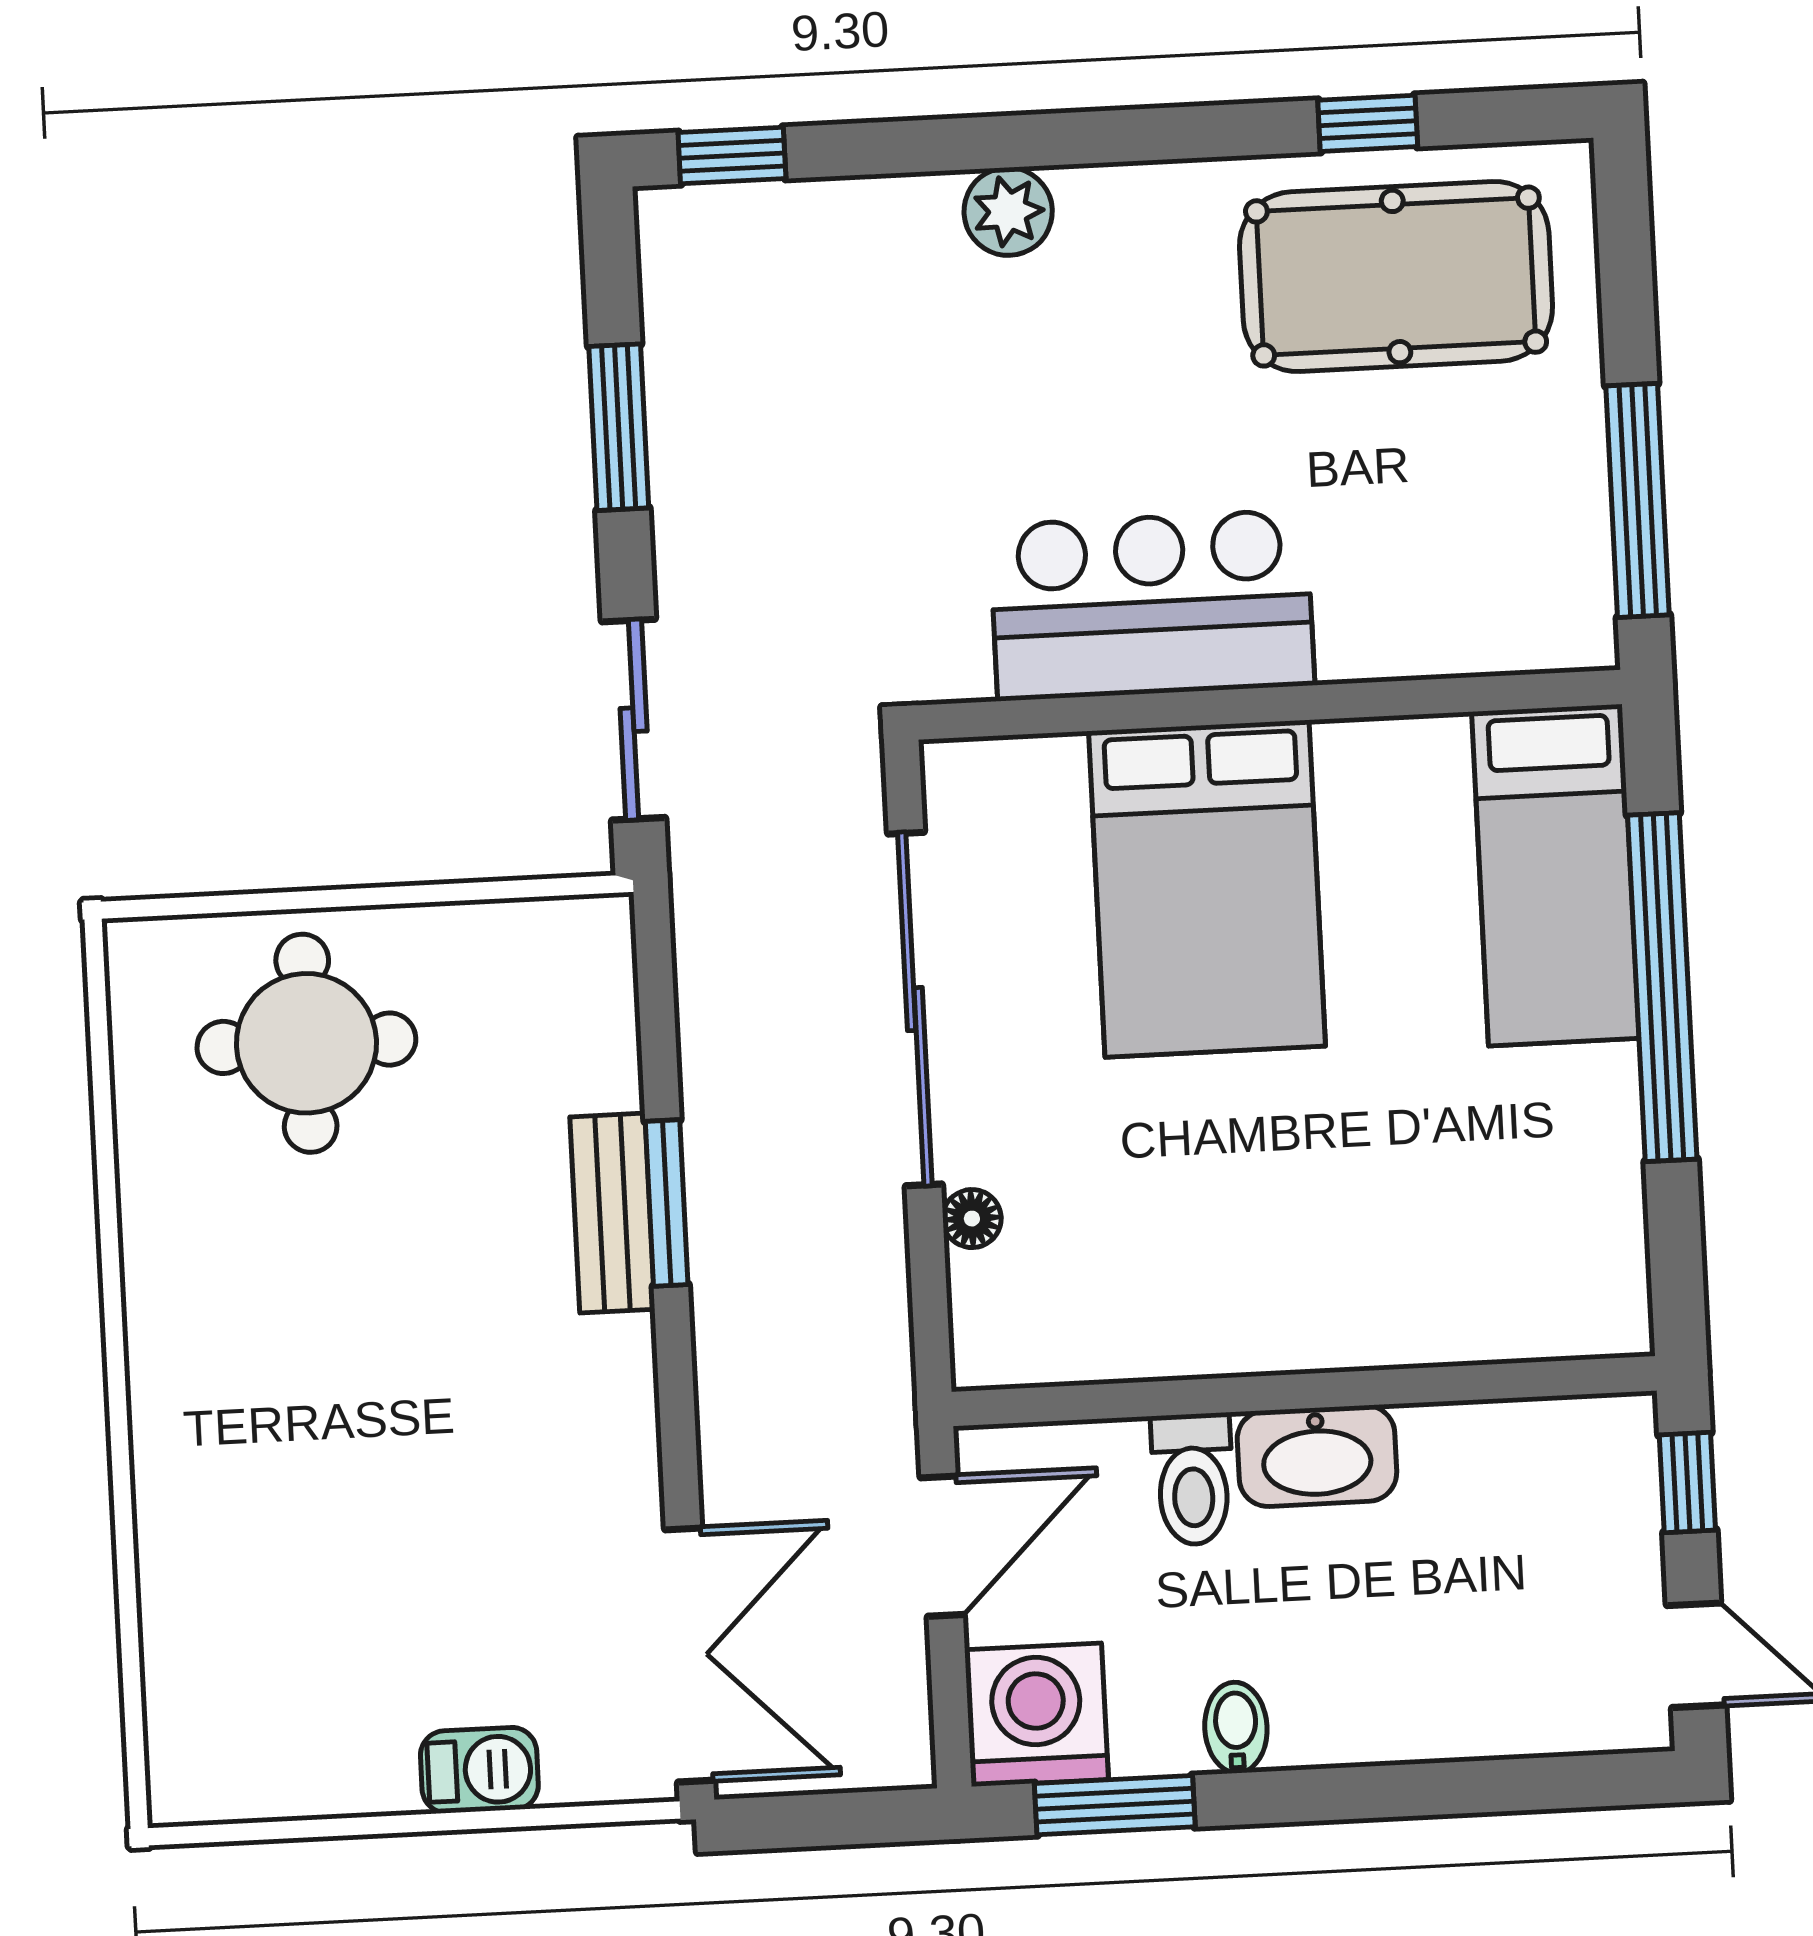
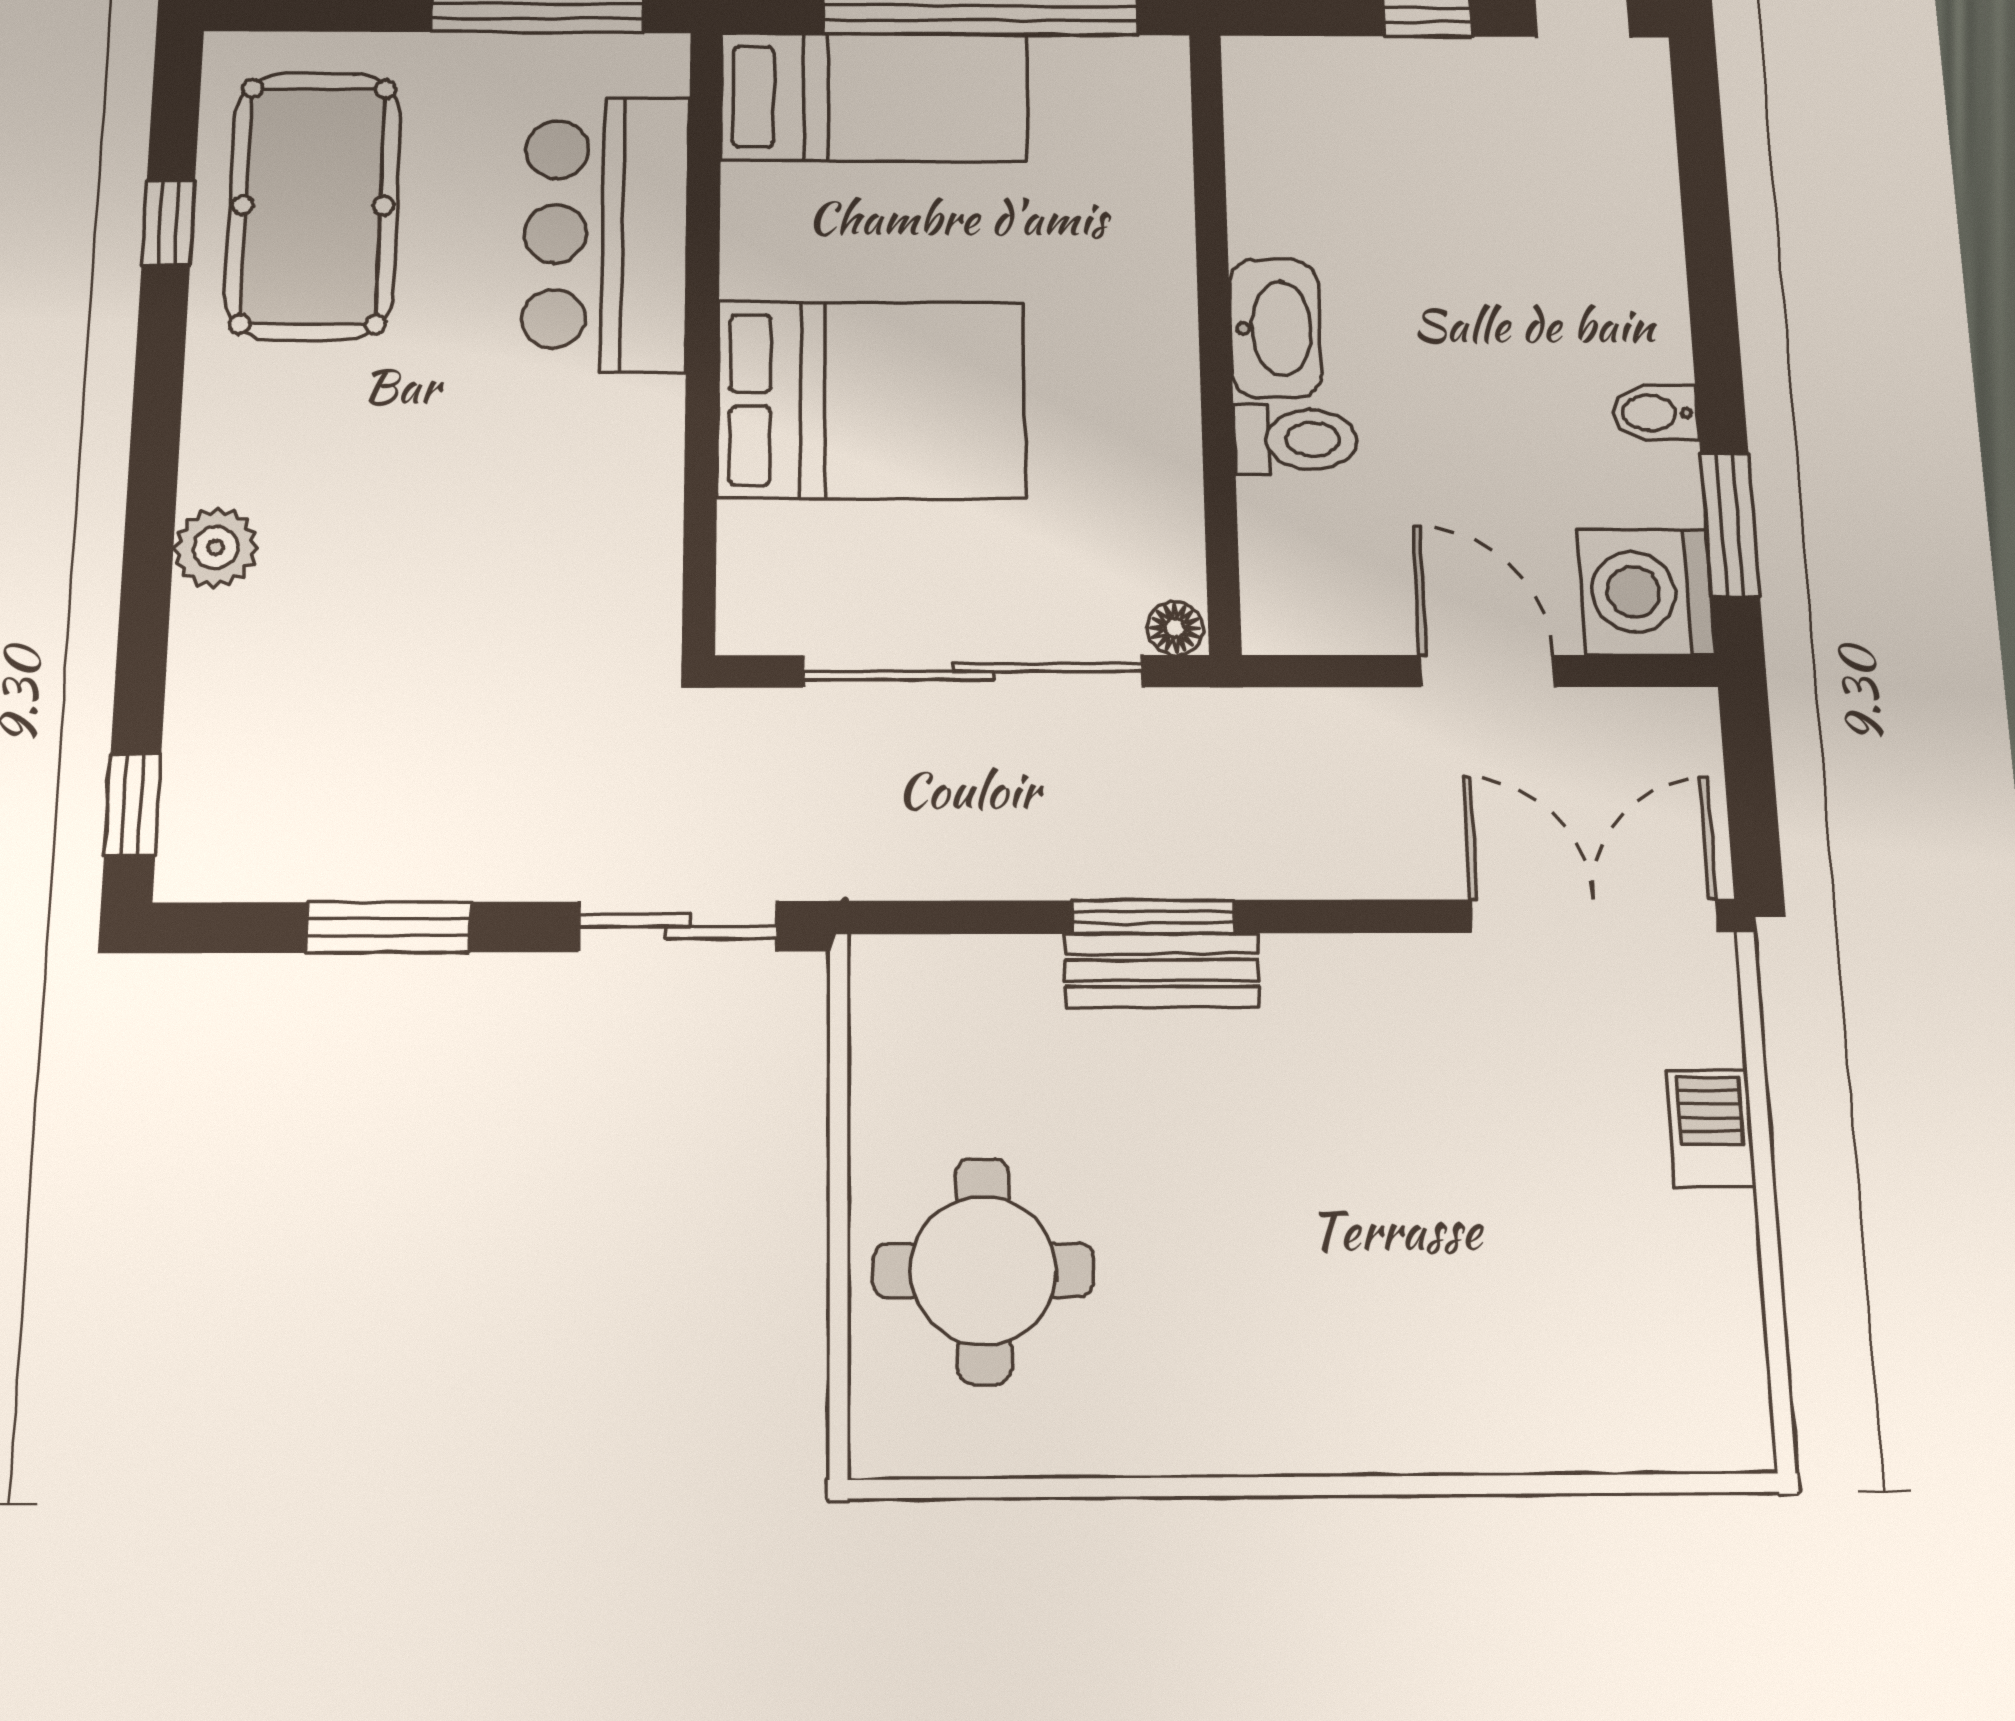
bar counter: (1152, 605) -> (606, 234), moved
wall: (1304, 1391) -> (1215, 337), moved
washbasin: (1317, 1456) -> (1275, 329), moved
toilet: (1193, 1479) -> (1295, 439), moved

